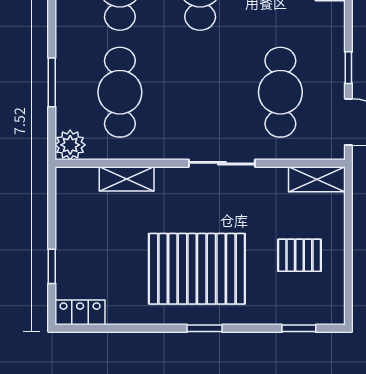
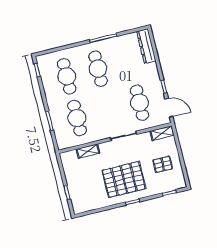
plant: (70, 145) -> (63, 143), removed
locker: (80, 312) -> (83, 208), removed

